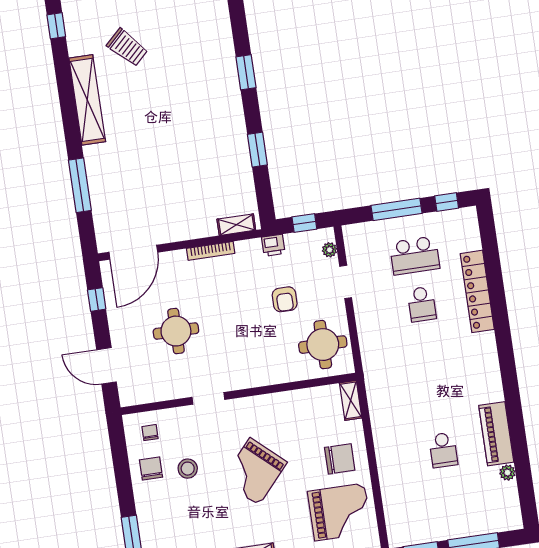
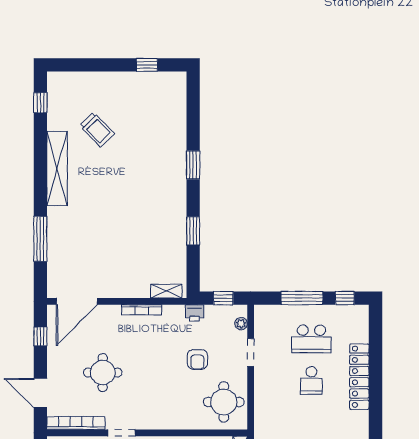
bookcase: (153, 395) -> (76, 423), added

